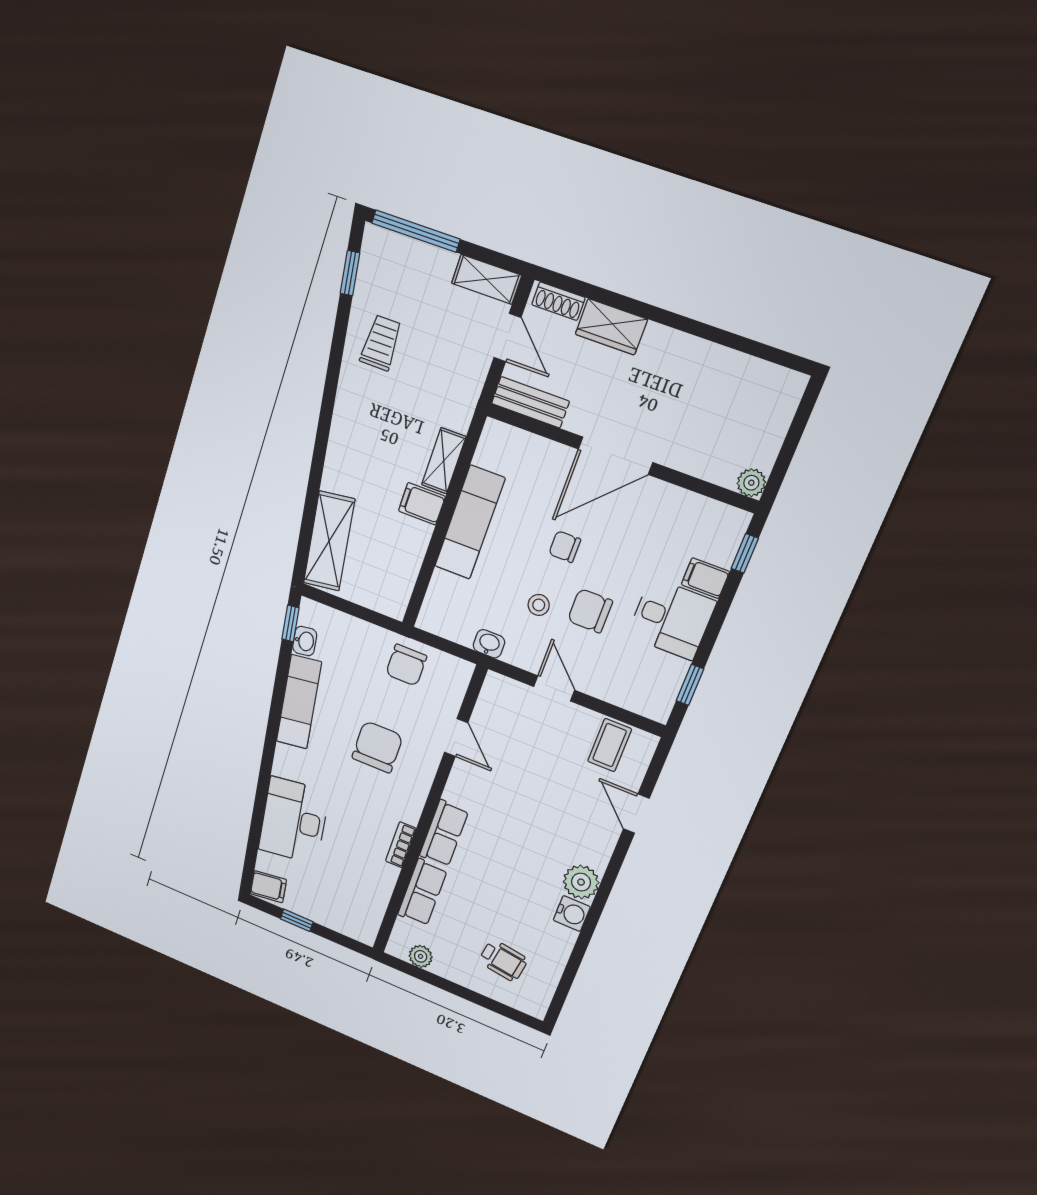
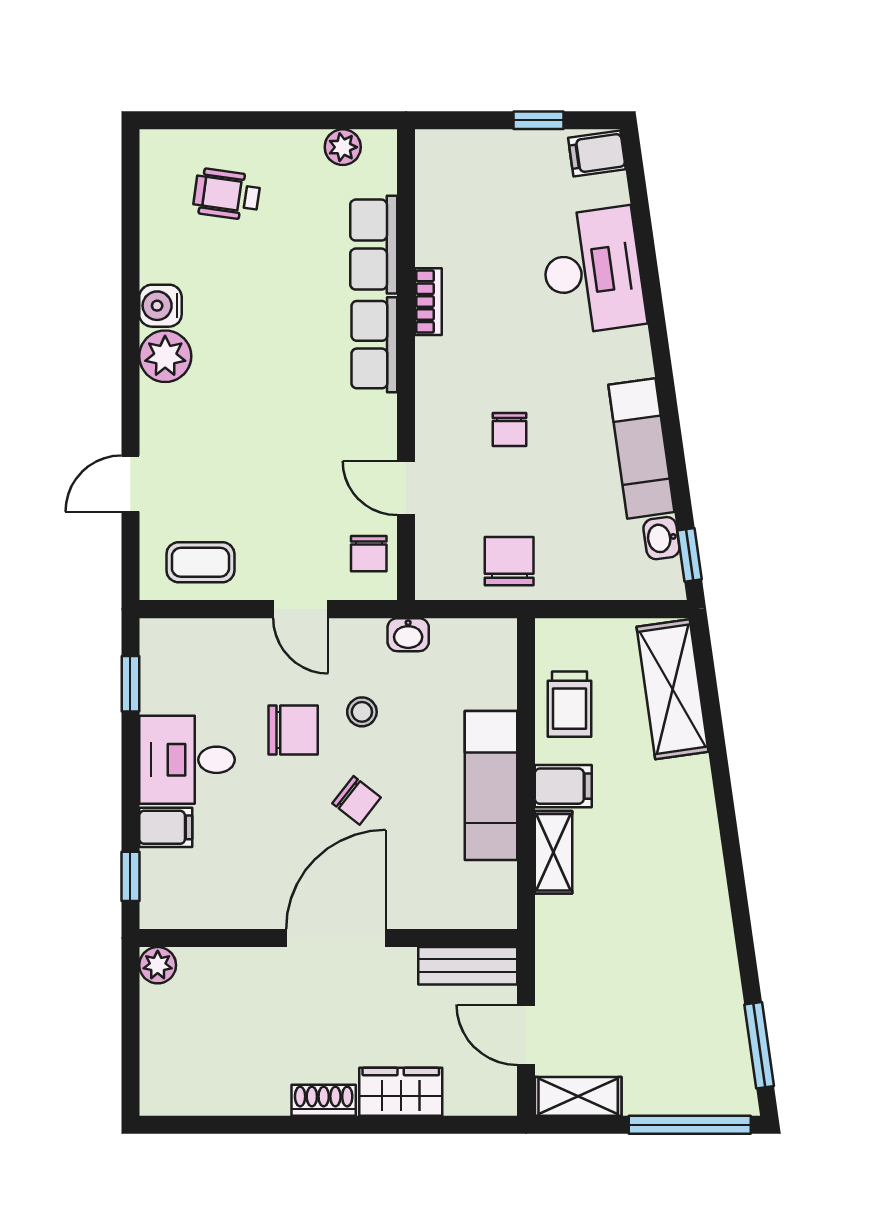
window: (350, 273) -> (759, 1045), width x1.50
shoe rack: (558, 301) -> (324, 1100), moved
trolley: (381, 343) -> (569, 704), moved
chair: (565, 547) -> (357, 800), turned 38
chair: (496, 706) -> (369, 554), added
coffee table: (610, 745) -> (200, 562), turned 90
chair: (377, 747) -> (509, 430), width x0.54, depth x0.54
door: (636, 814) -> (130, 484), swing flipped

